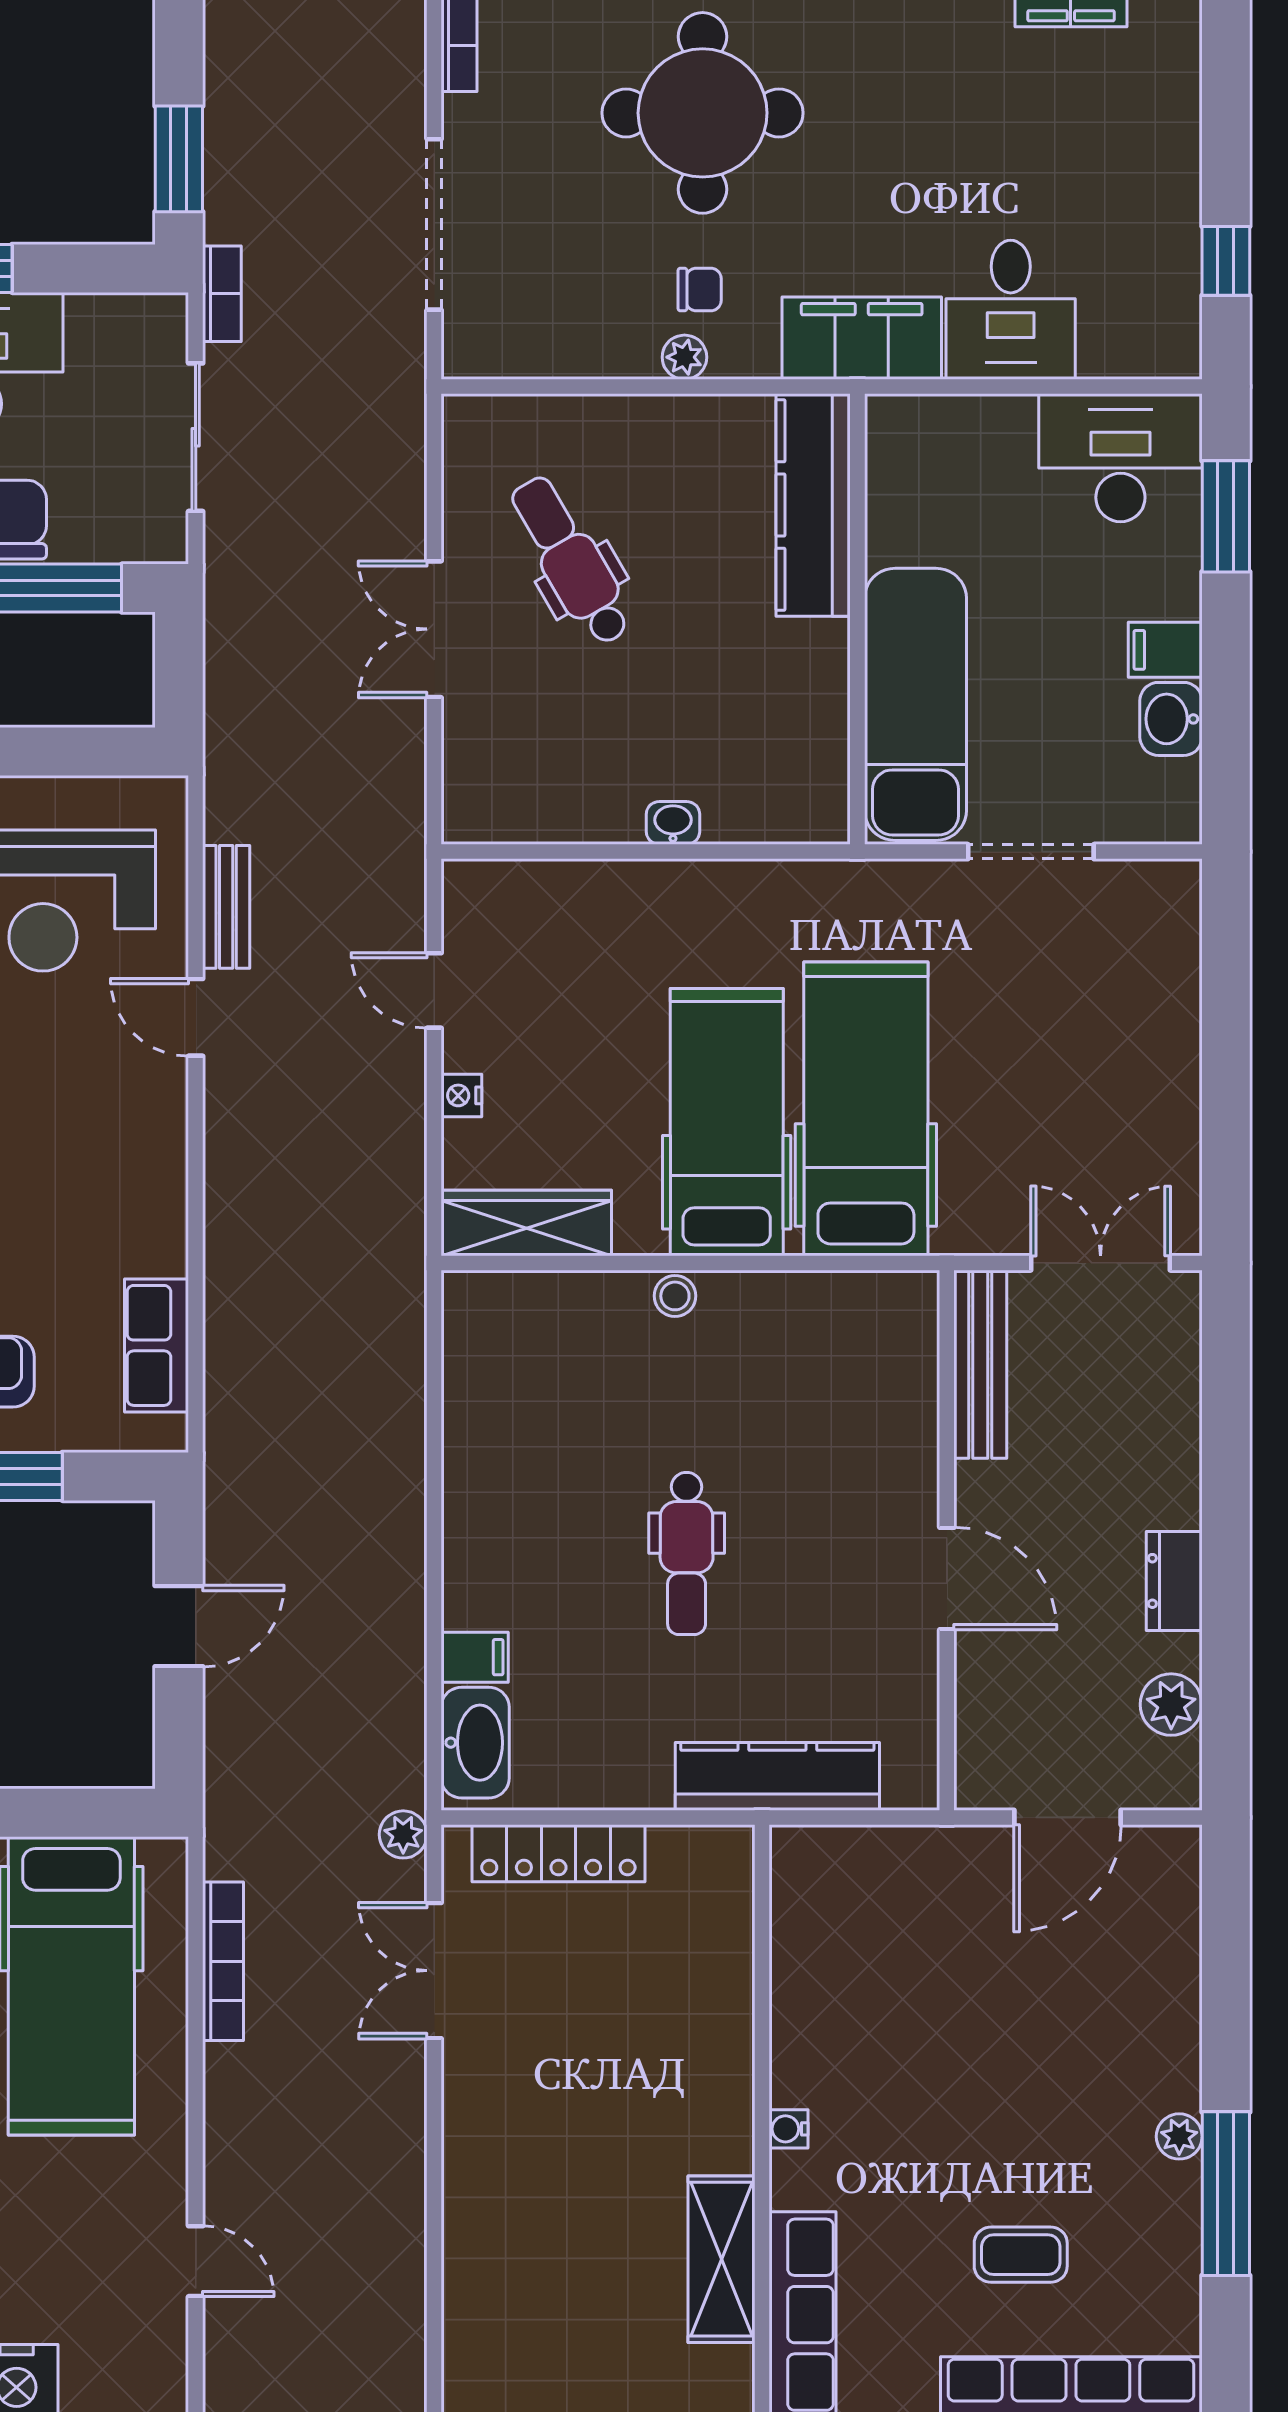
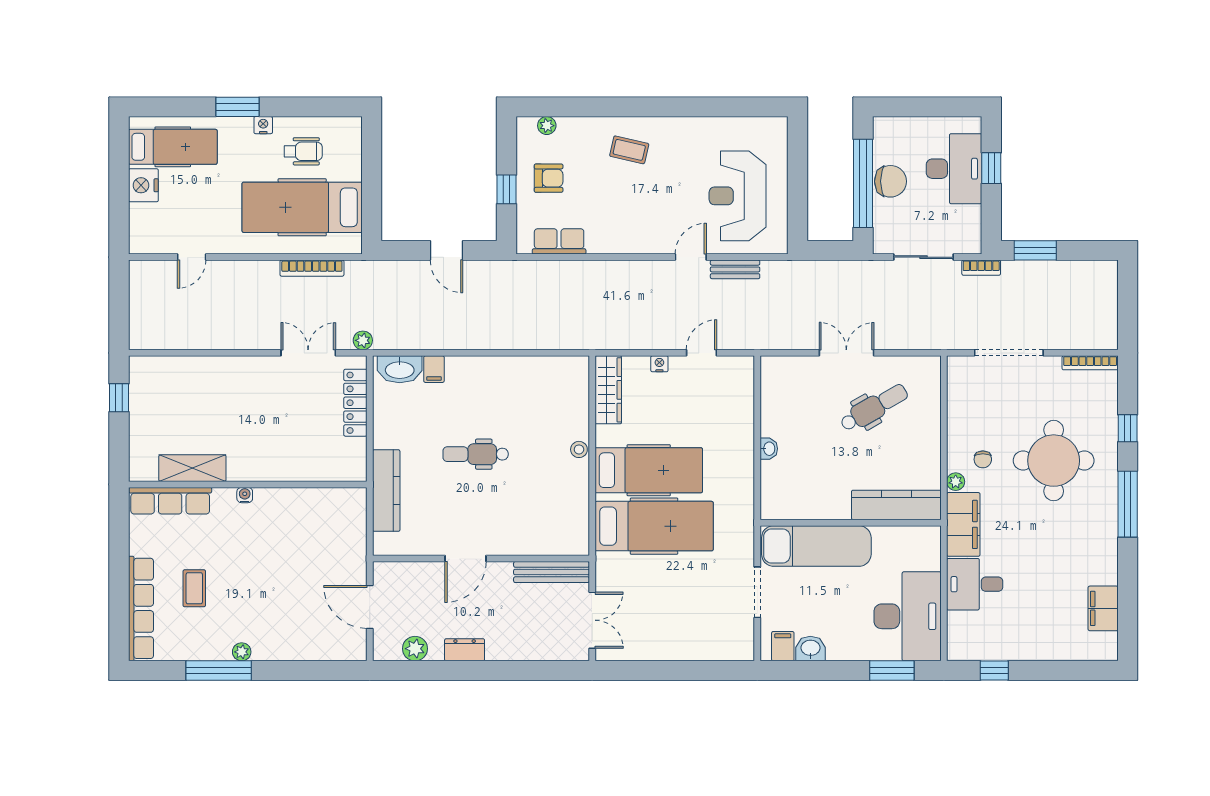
plant: (684, 357) -> (956, 482), moved
desk: (1120, 458) -> (908, 616), width x1.36, depth x1.30
filing cabinet: (1165, 650) -> (783, 646), moved

